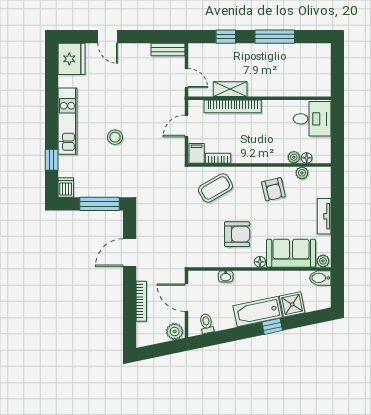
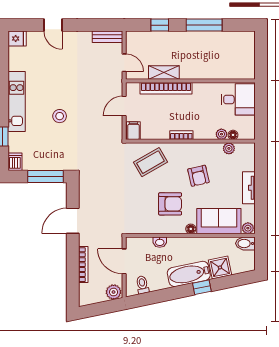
fridge: (71, 59) -> (17, 38), width x0.53, depth x0.75
bookcase: (218, 158) -> (181, 135), moved
armchair: (273, 189) -> (198, 176), moved

